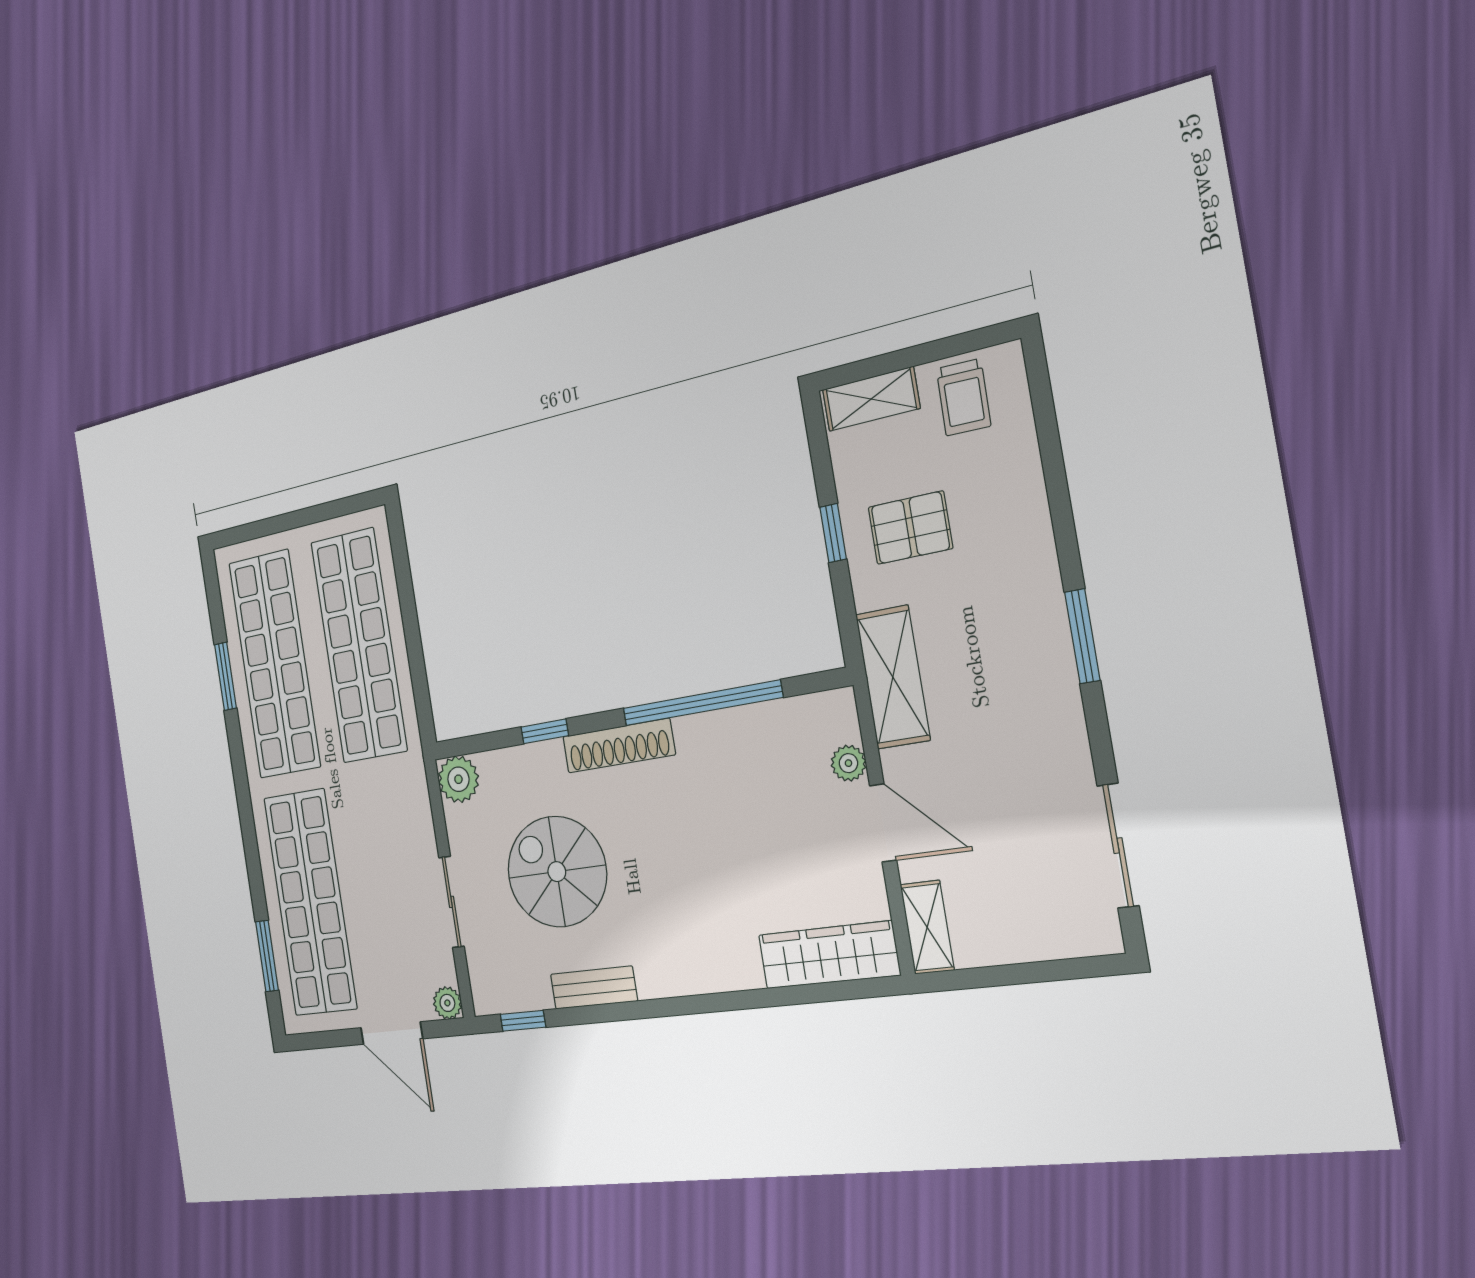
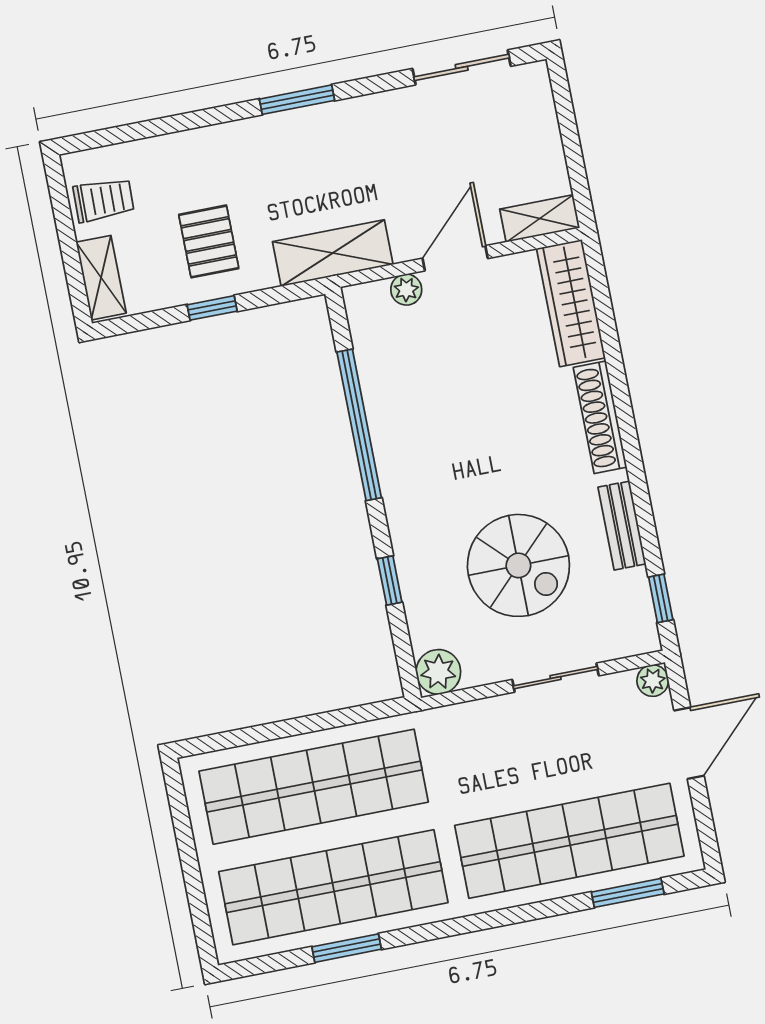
shoe rack: (619, 746) -> (600, 417), moved, turned 180
spiral stairs: (557, 872) -> (518, 565), turned -90

